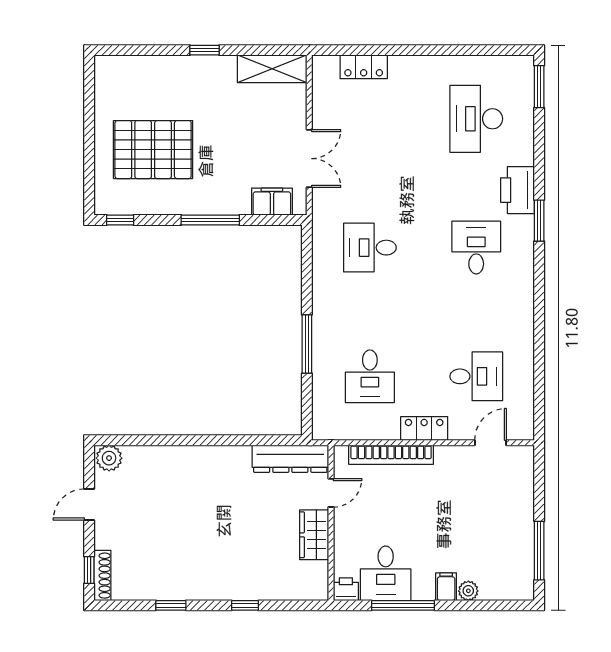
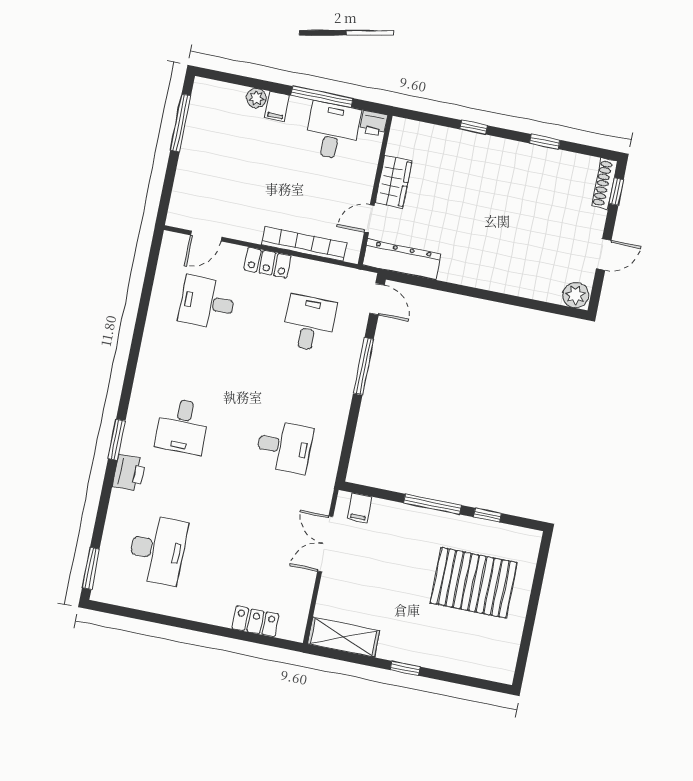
printer: (517, 190) -> (129, 473), width x0.73, depth x0.84
filing cabinet: (272, 202) -> (360, 508), width x0.50
window: (120, 220) -> (487, 515), moved
door: (307, 414) -> (377, 299), added

